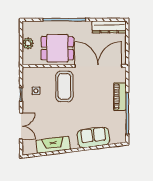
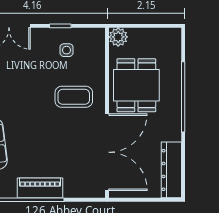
plant: (28, 43) -> (118, 37), moved
coffee table: (64, 86) -> (74, 97), width x0.73, depth x0.76
piano: (120, 97) -> (40, 188), moved

